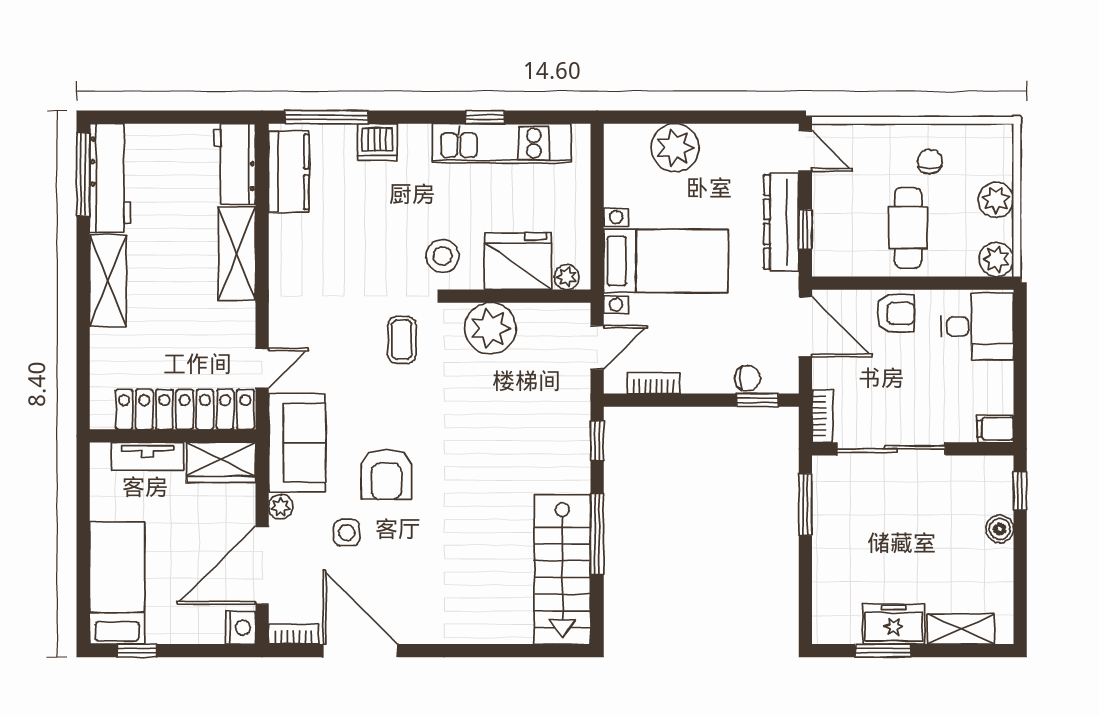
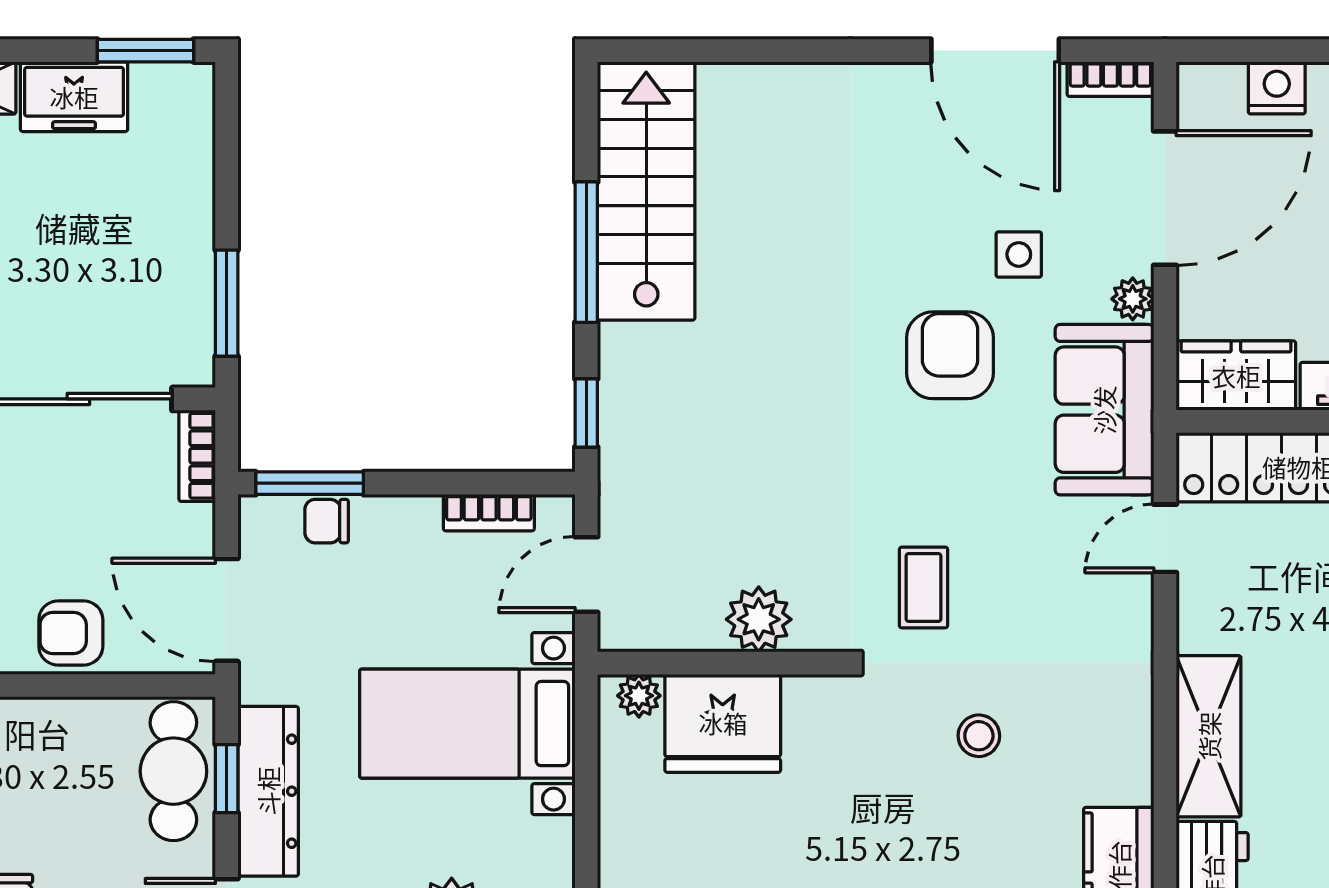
cafe table: (908, 228) -> (173, 771), moved
stool: (442, 256) -> (979, 736), moved, width x0.73, depth x0.73
plant: (490, 328) -> (759, 619), width x0.73, depth x0.73
window: (757, 400) -> (310, 483), width x1.50
nightstand: (240, 628) -> (1277, 88), moved, turned 90
window: (883, 651) -> (145, 51), moved

